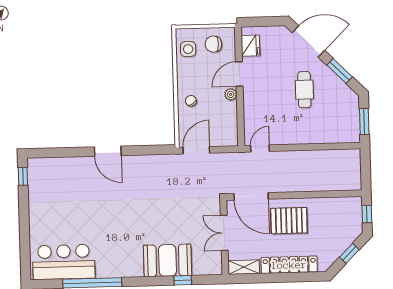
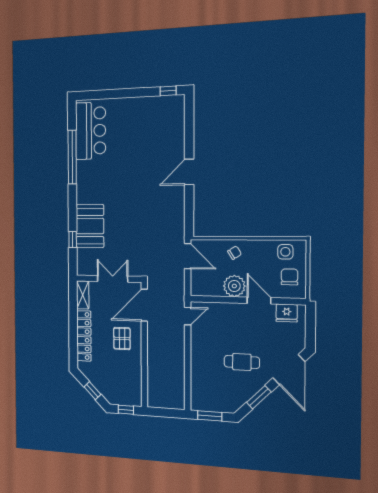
plant: (231, 94) -> (234, 286), width x1.88, depth x1.88
door: (260, 148) -> (188, 316), hinge flipped
pallet: (289, 221) -> (122, 338), width x0.67, depth x0.71

